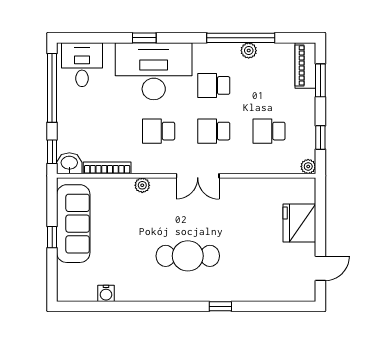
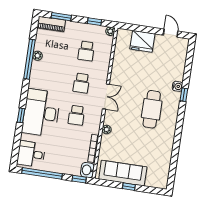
school desk: (214, 85) -> (55, 79), removed
water cooler: (106, 293) -> (177, 86), moved

